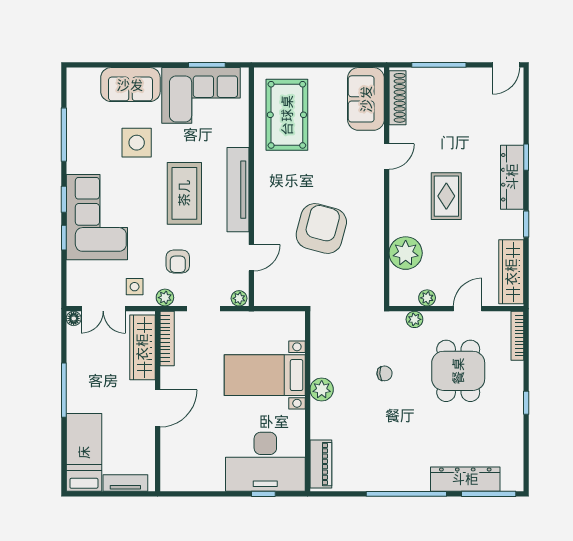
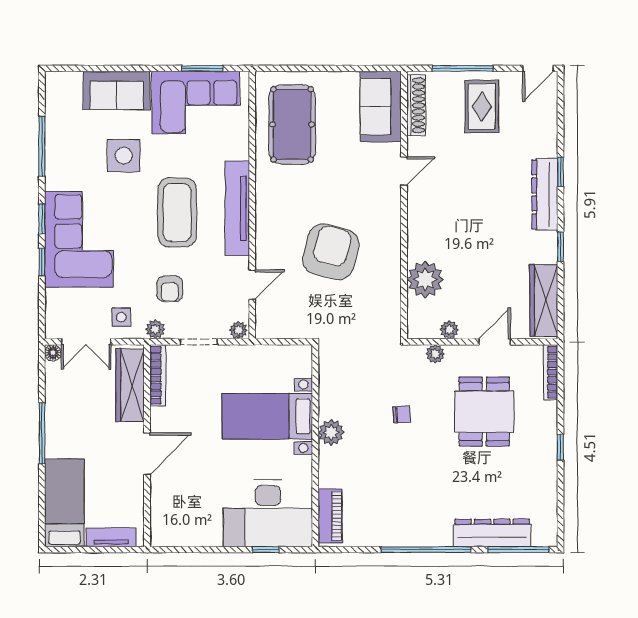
rug: (446, 196) -> (482, 106), moved

